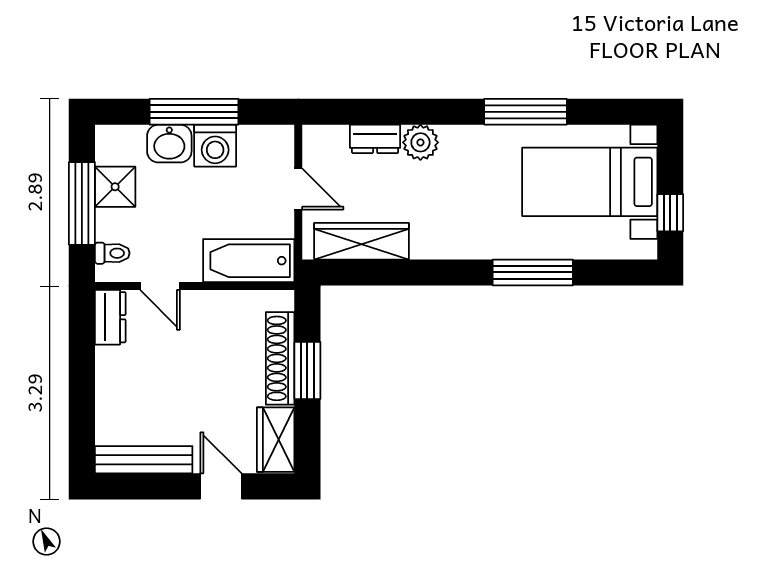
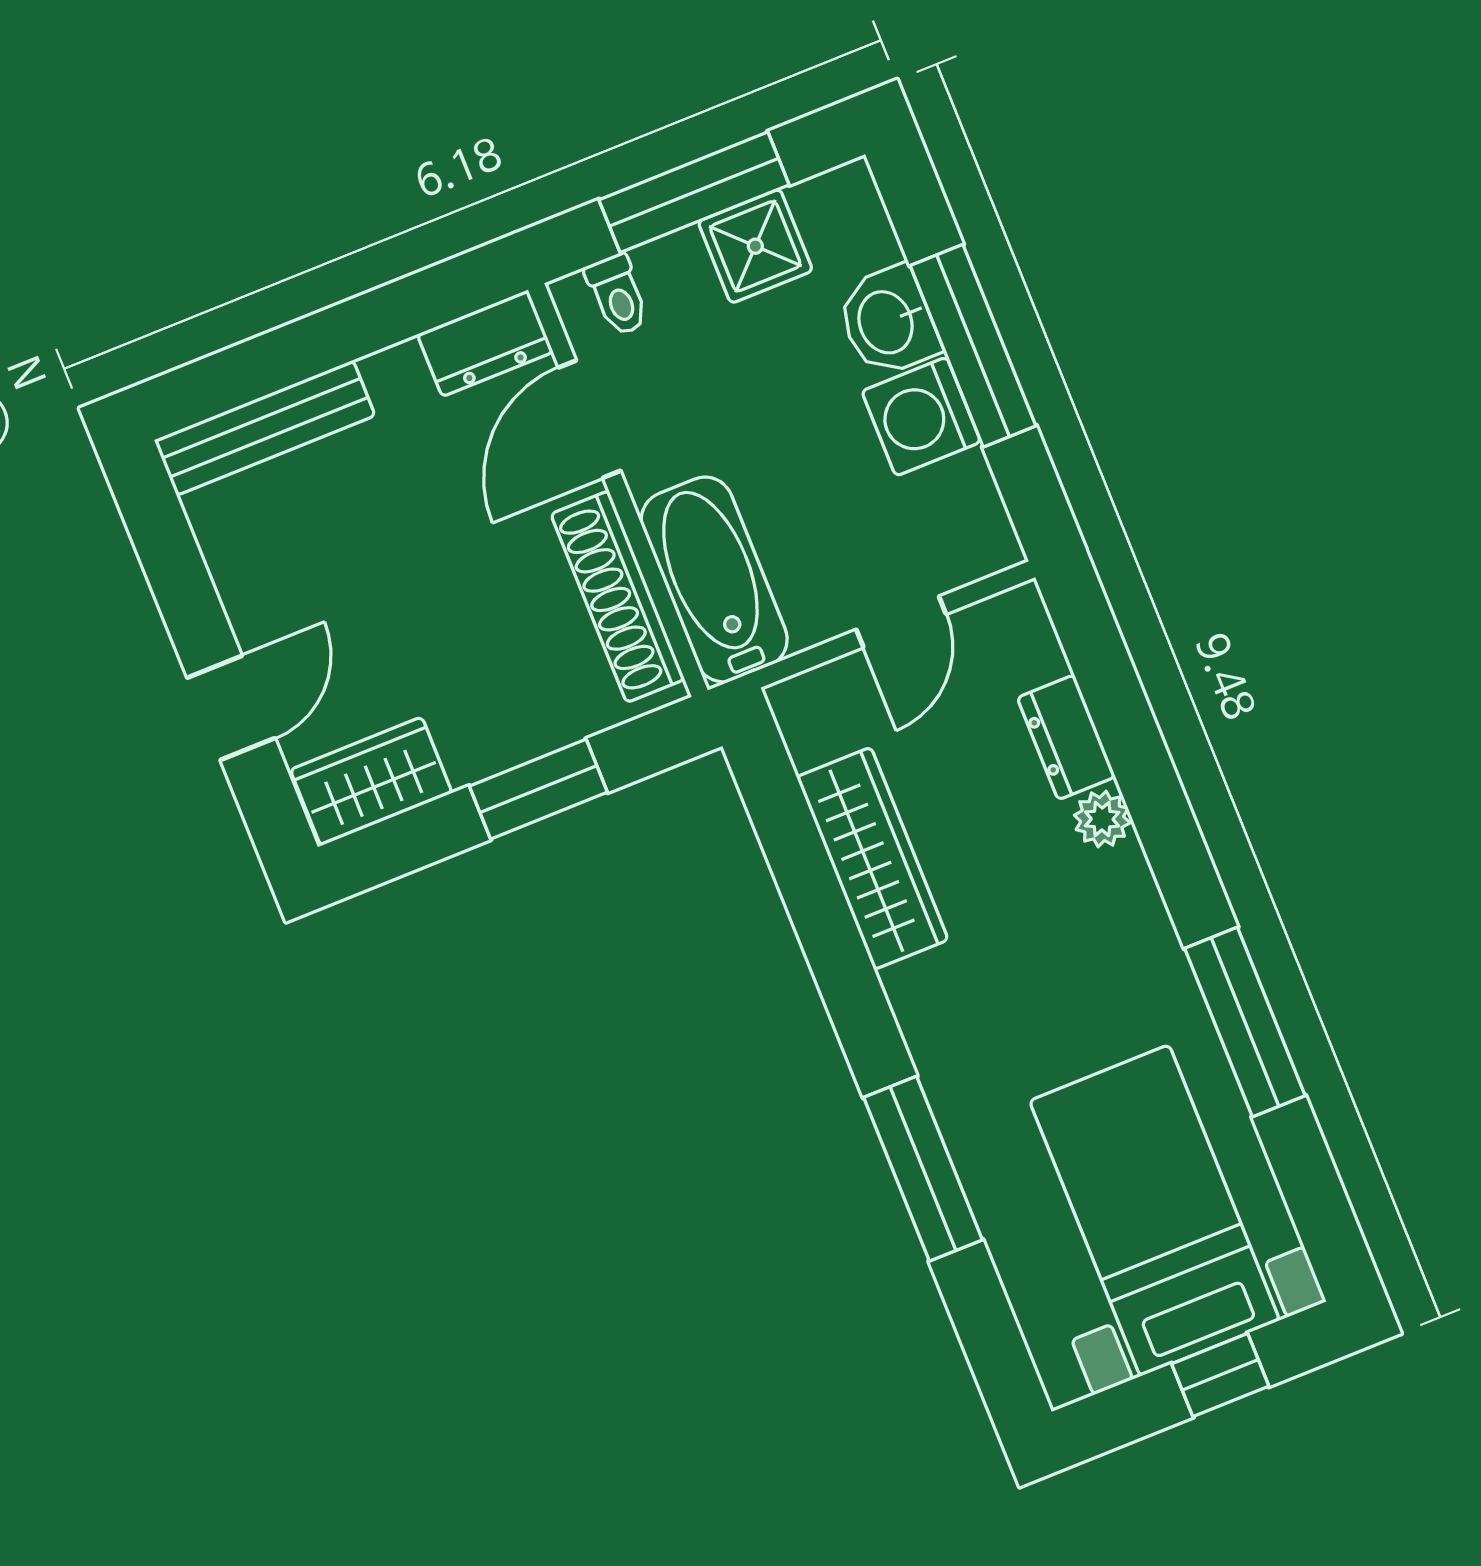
plant: (420, 142) -> (1102, 819), width x0.73, depth x0.73
window: (670, 213) -> (1220, 1375), moved
wardrobe: (361, 241) -> (872, 858), moved
door: (160, 286) -> (589, 419), width x1.38
shoe rack: (280, 358) -> (618, 597), moved, turned -90
bench: (144, 460) -> (265, 428), moved, turned 90

